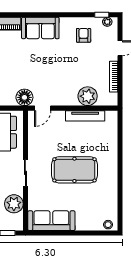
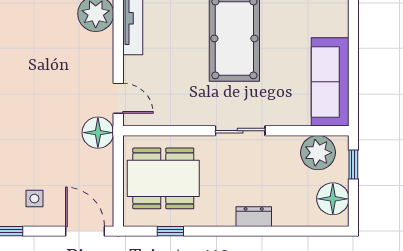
plant: (14, 204) -> (318, 153), moved

